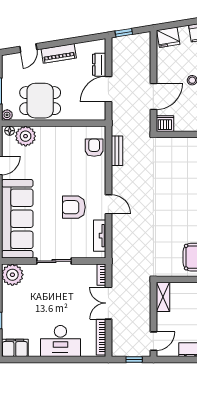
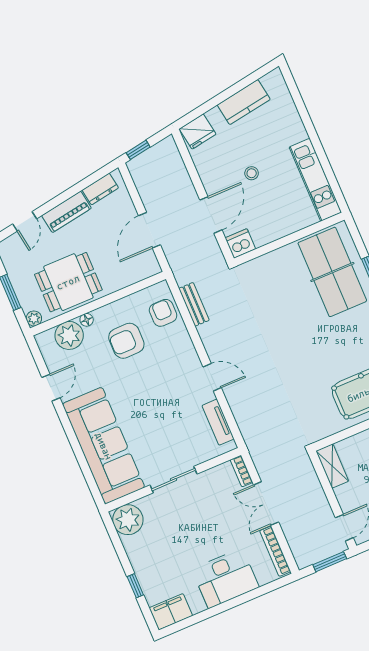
dresser: (99, 65) -> (100, 189), moved, turned -99
floor lamp: (10, 131) -> (87, 320), moved
armchair: (74, 207) -> (126, 341), moved
window: (134, 360) -> (330, 562), width x1.50

